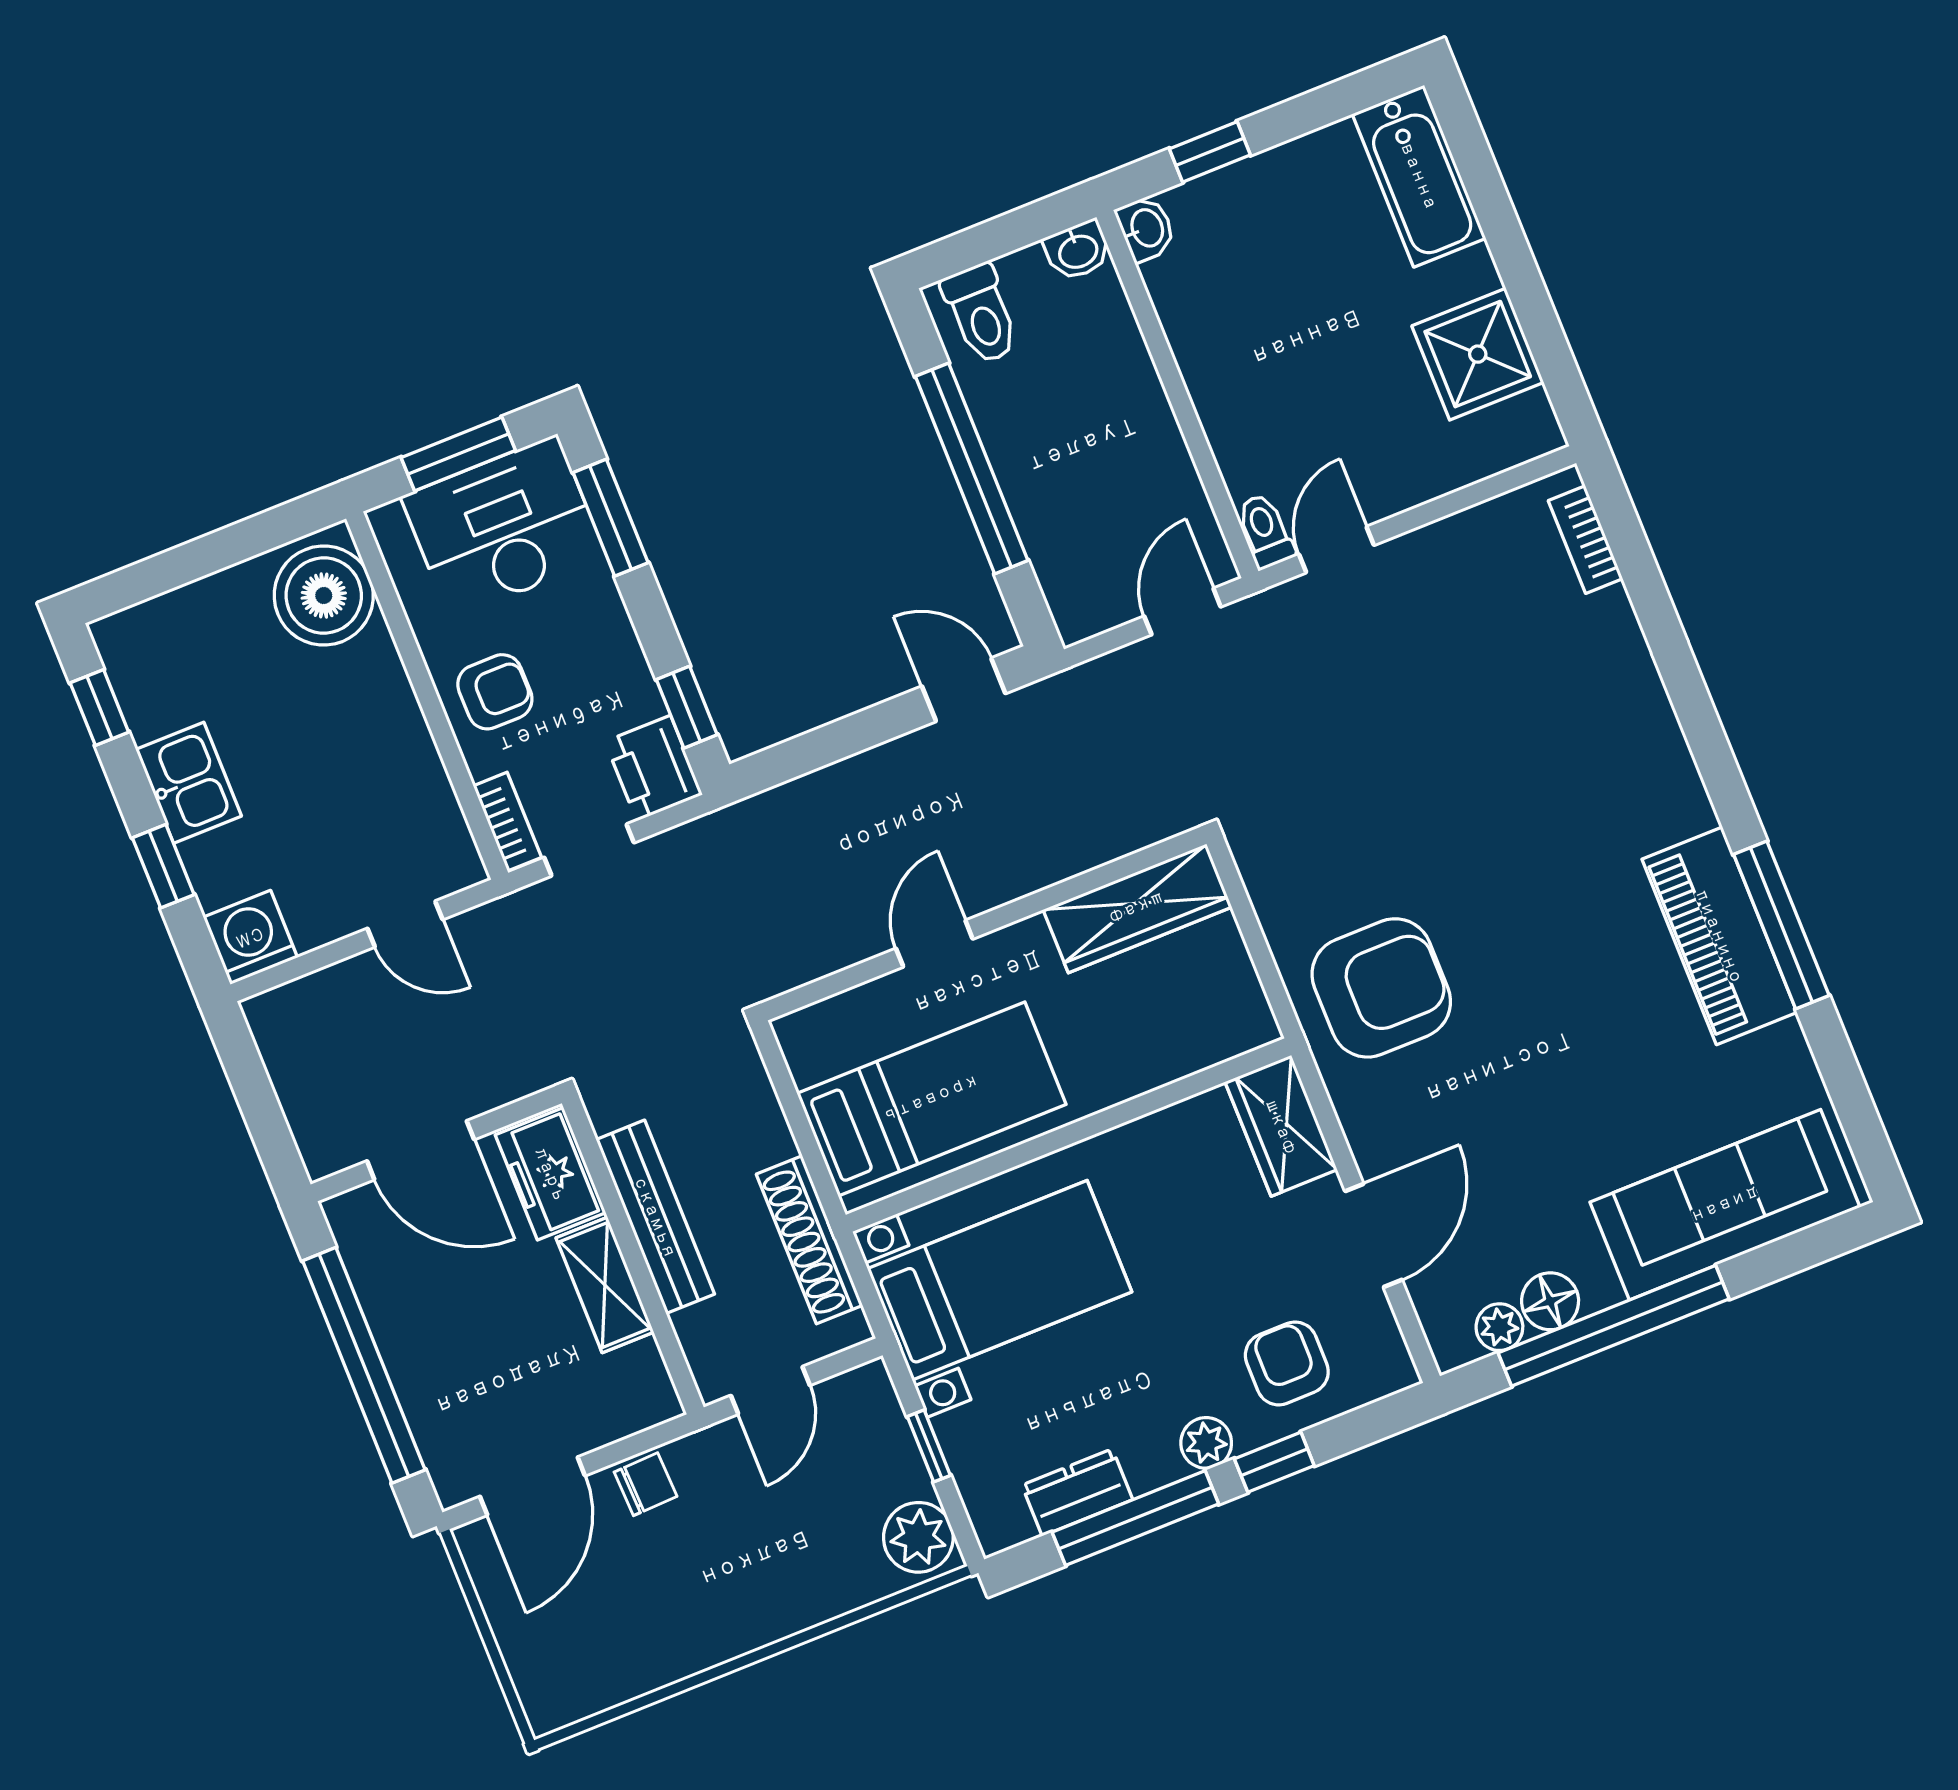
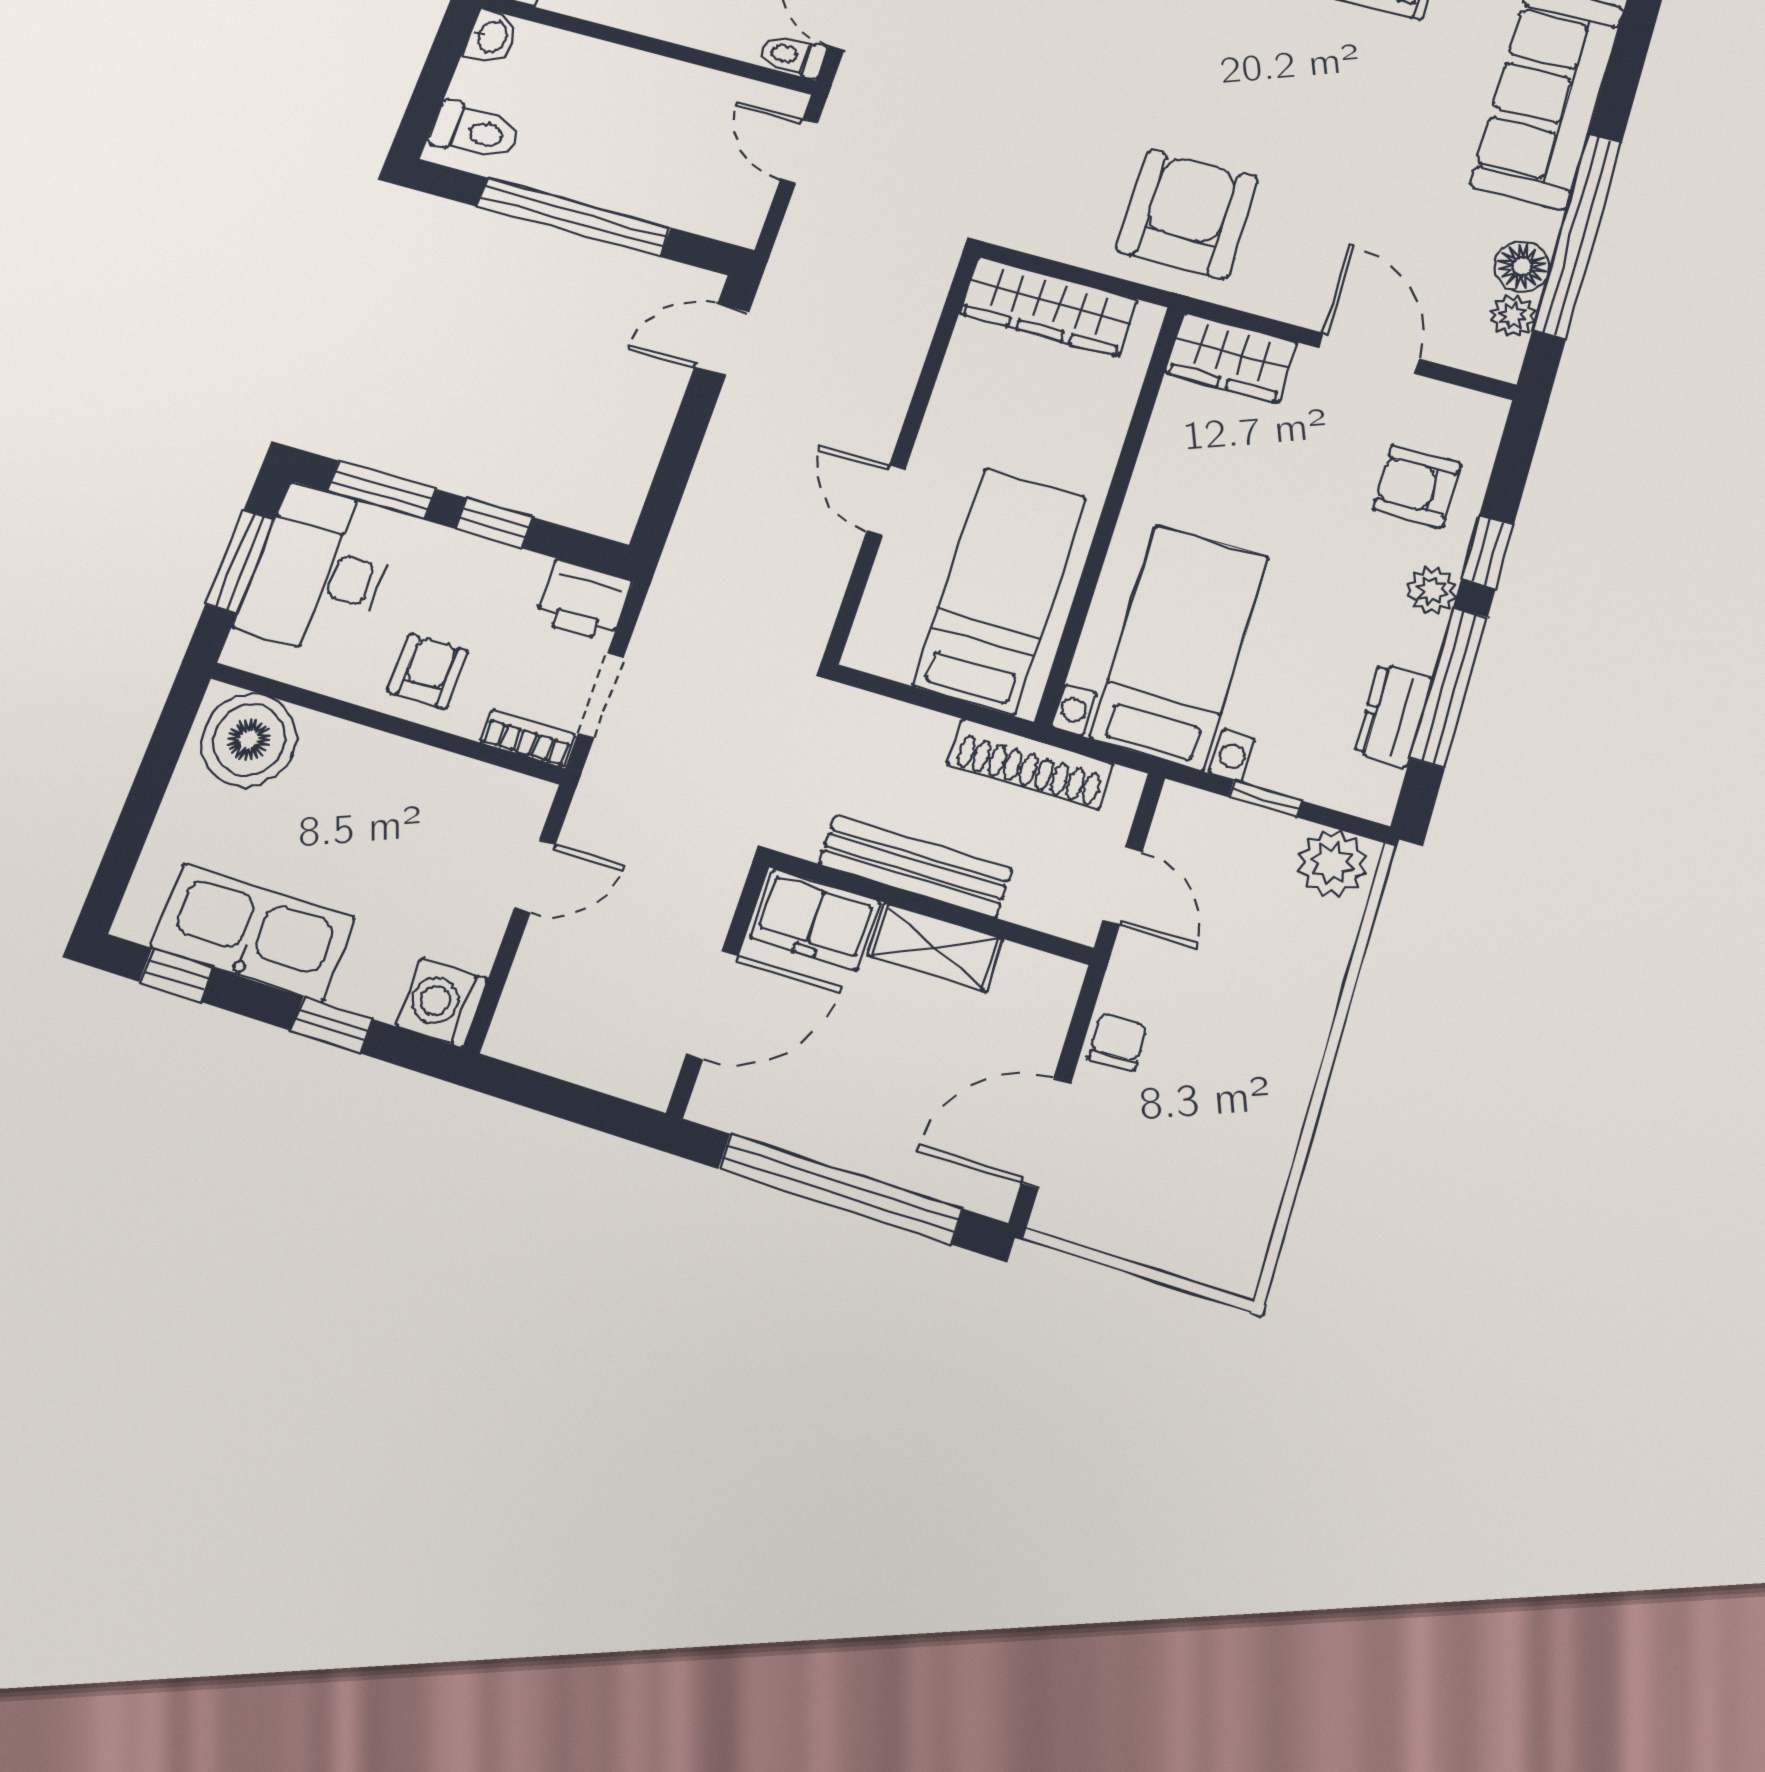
window: (687, 707) -> (494, 523), moved
kitchen sink: (189, 783) -> (253, 932), width x1.87, depth x1.24
wardrobe: (1137, 908) -> (1048, 306), moved, turned 90
door: (532, 1486) -> (1046, 1133), swing flipped

